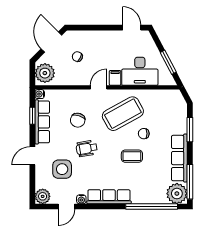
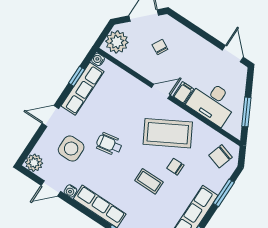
chair: (78, 120) -> (221, 156), moved

